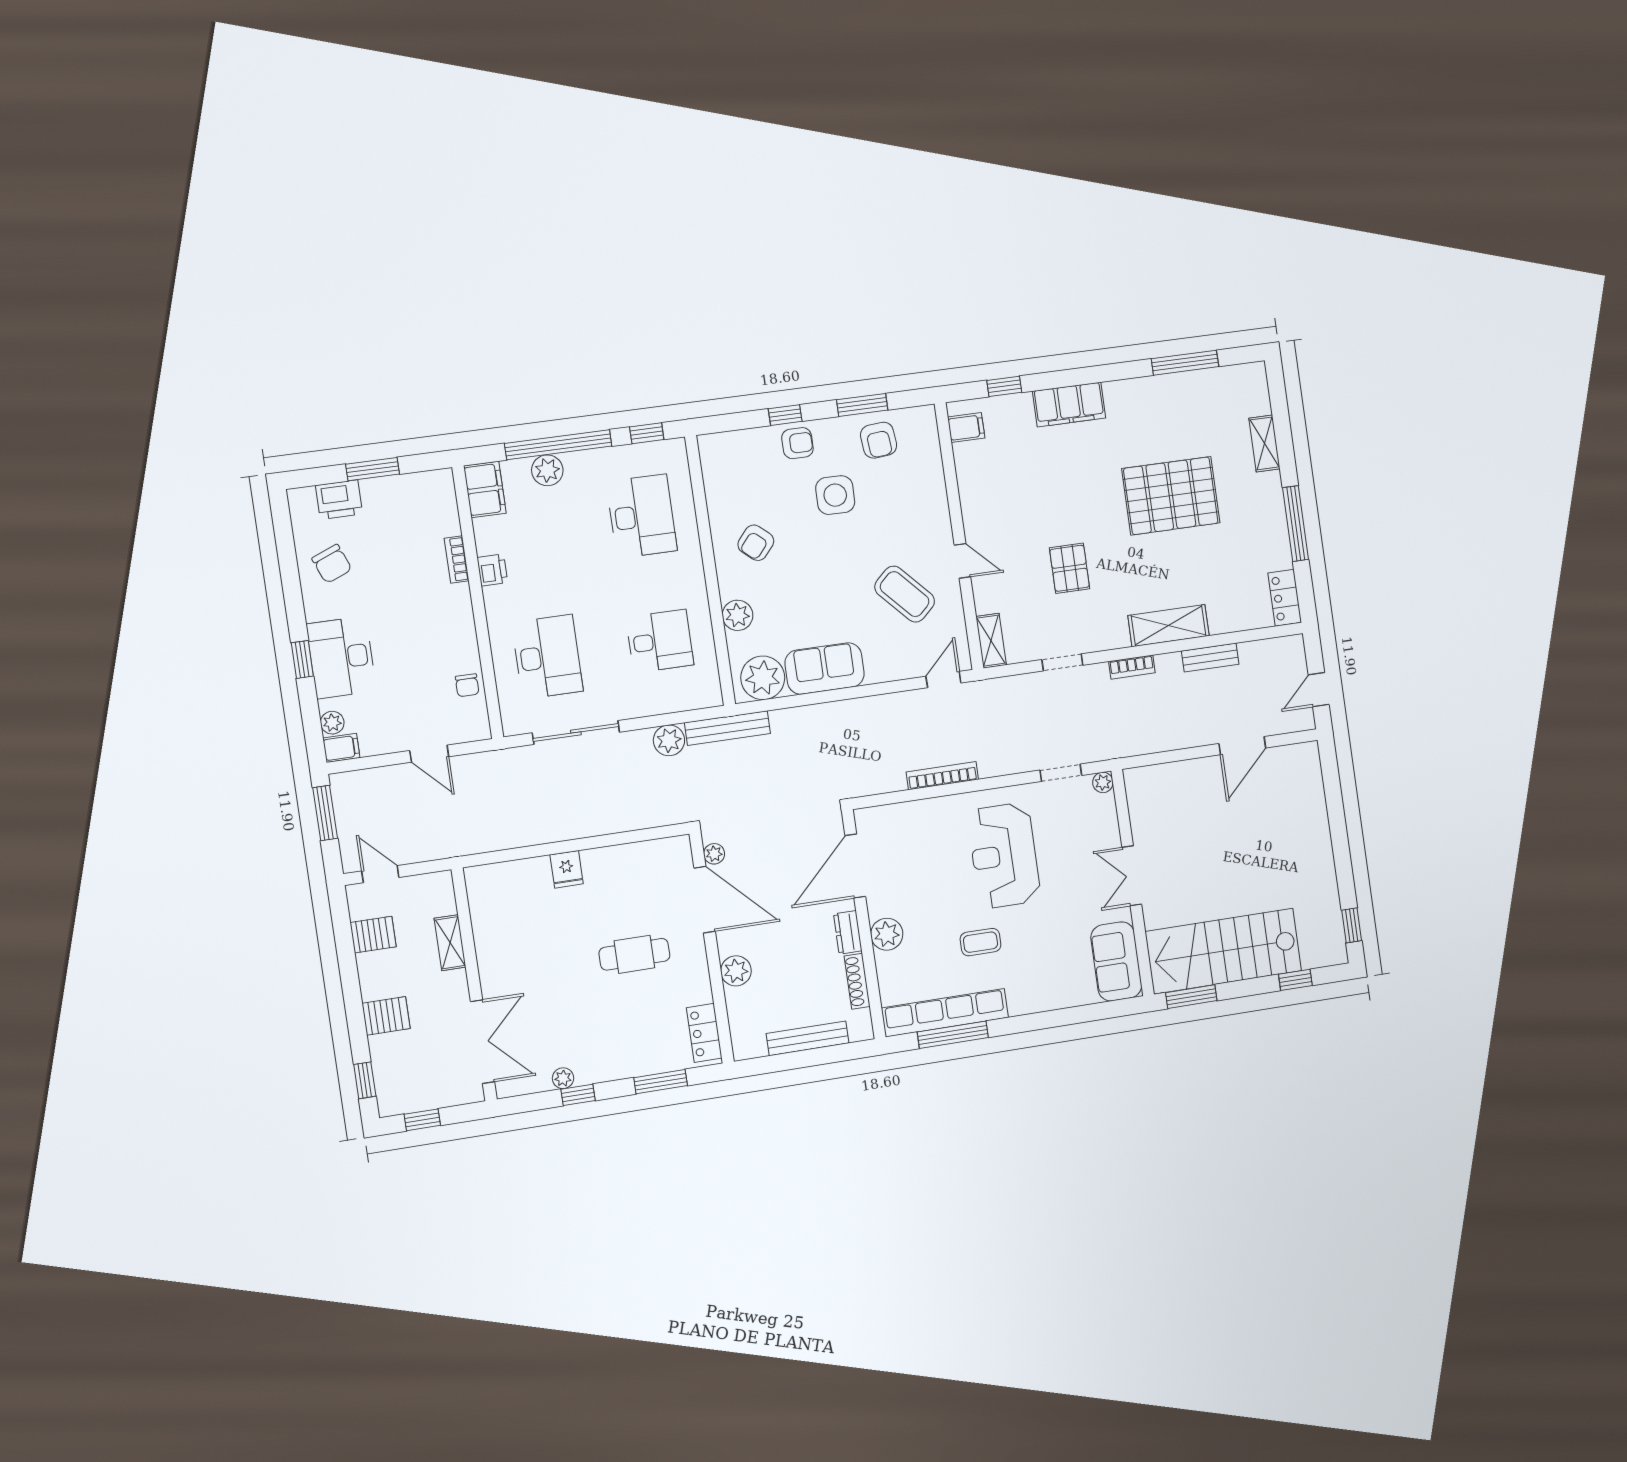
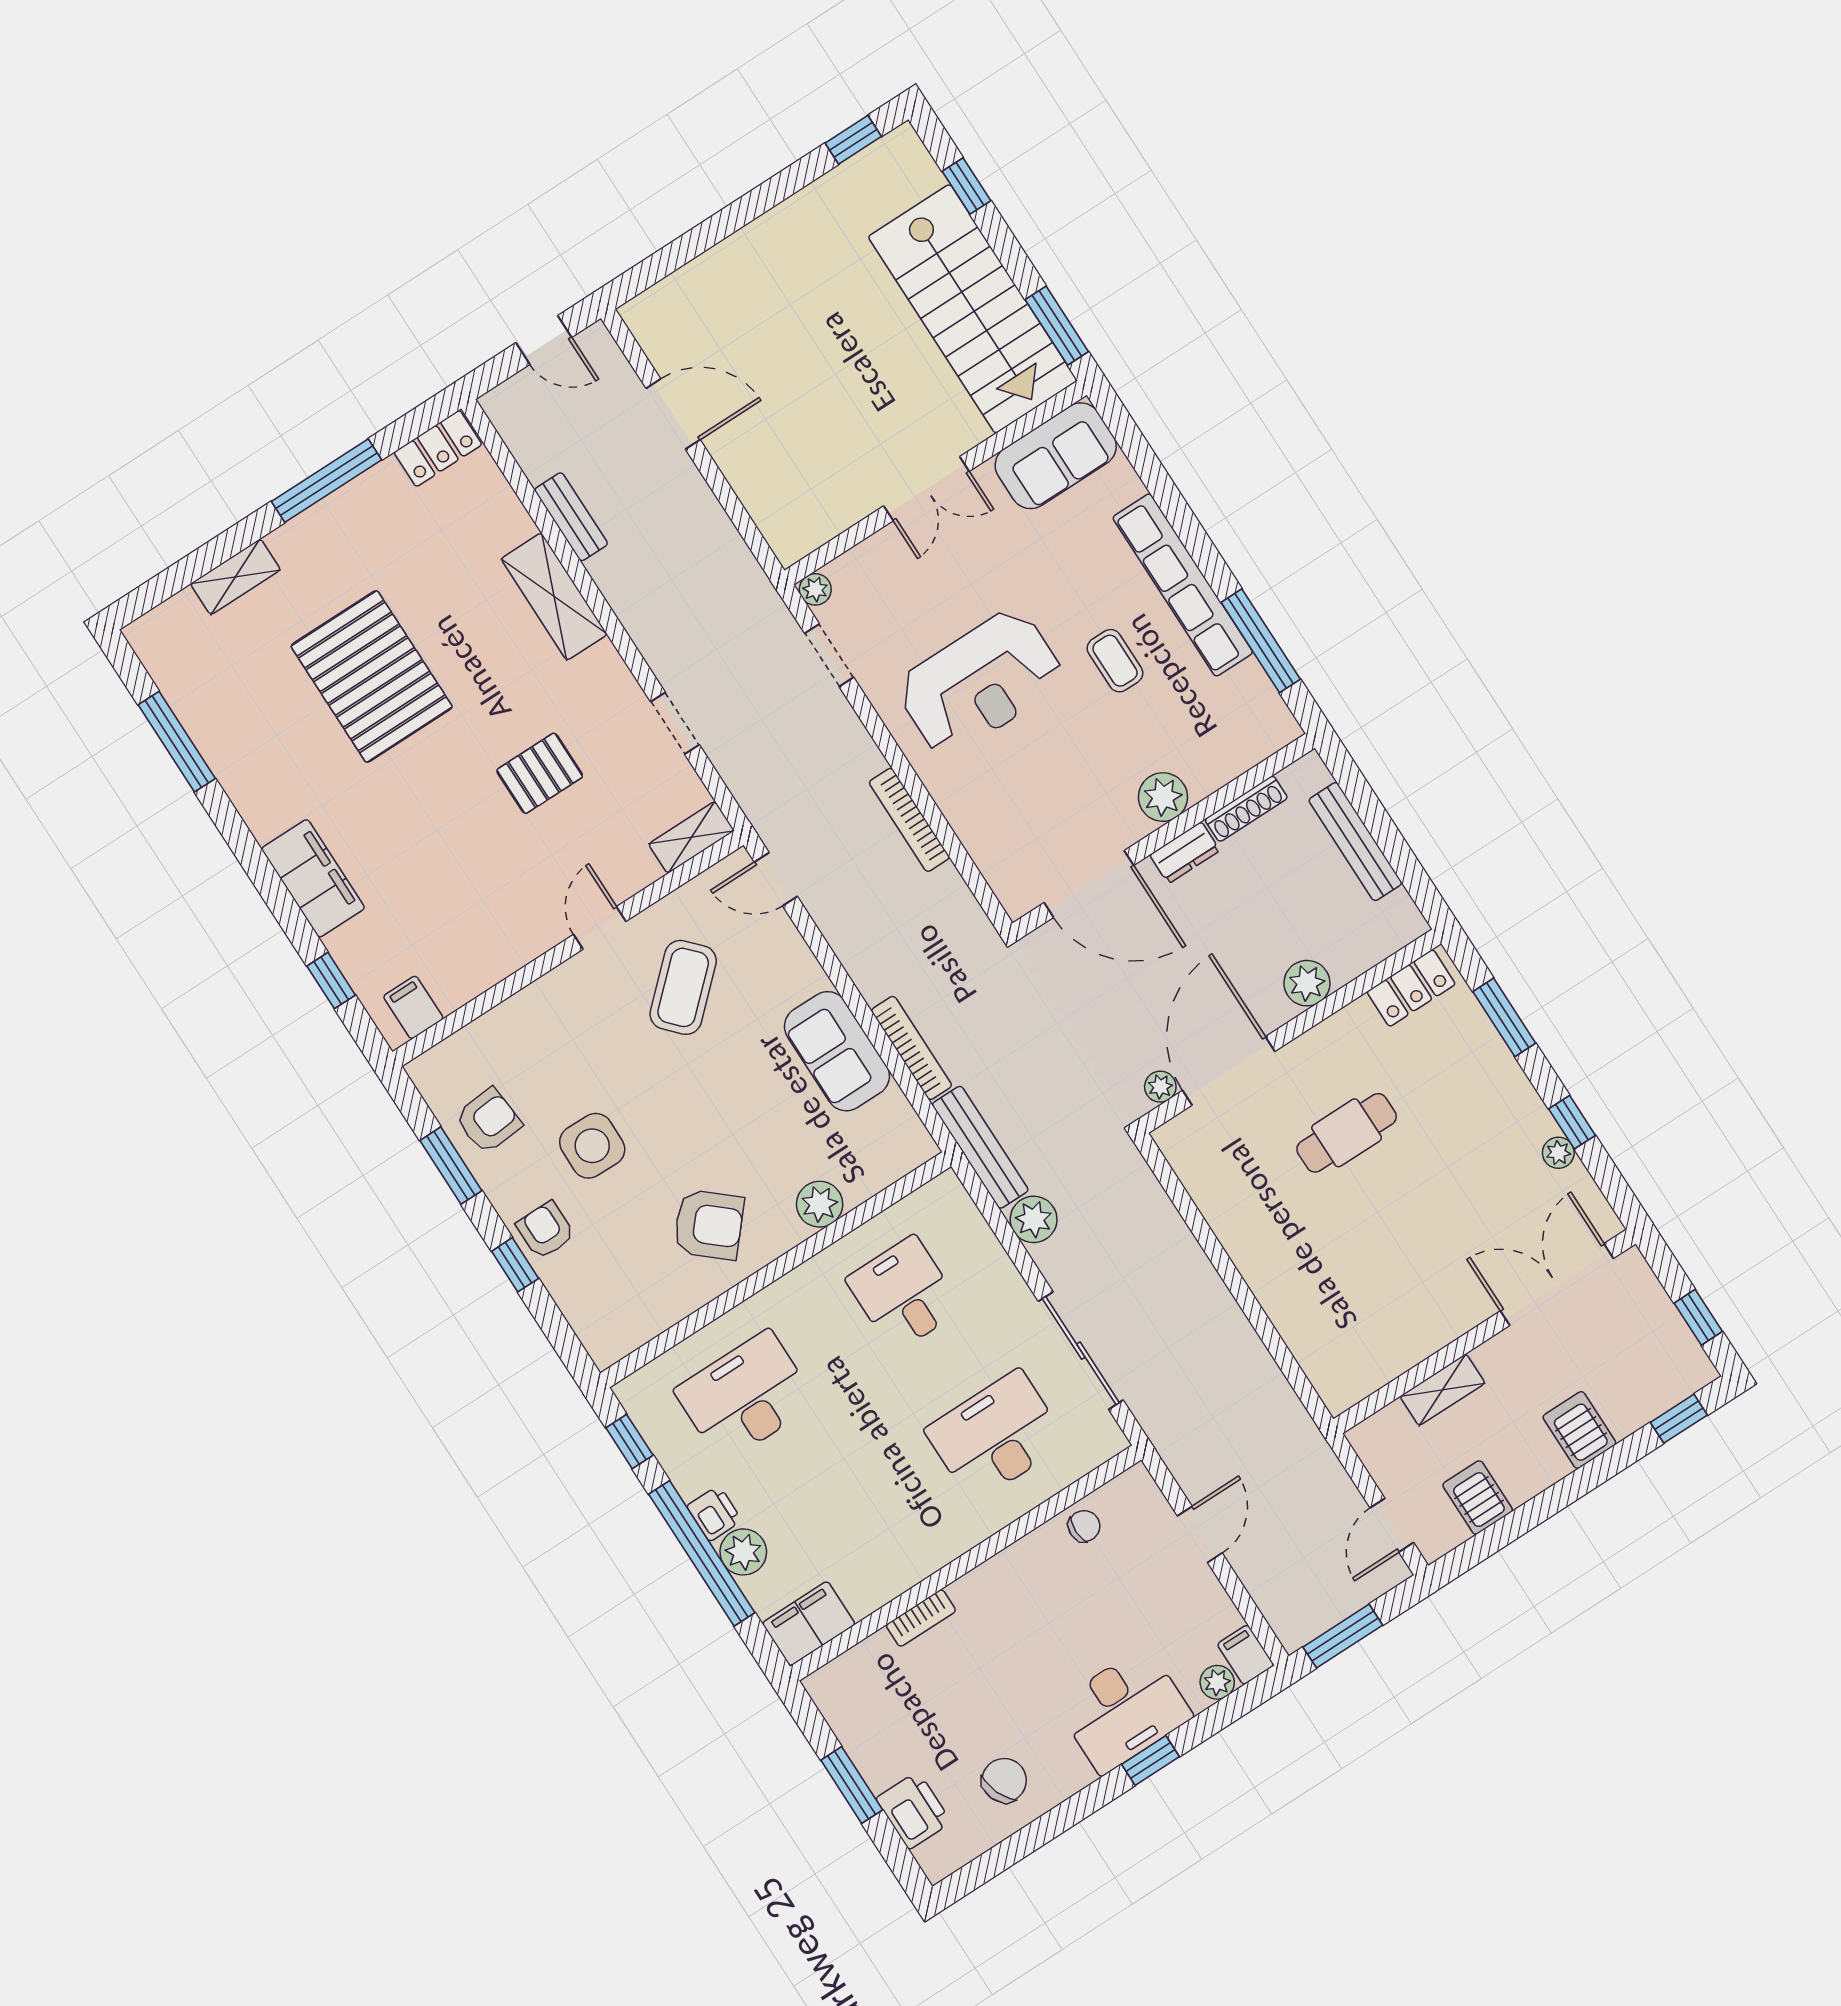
armchair: (756, 543) -> (709, 1225), width x1.38, depth x1.38
printer: (492, 570) -> (714, 1513), moved, turned 90
bookcase: (1132, 667) -> (912, 1048), moved, width x1.56
plant: (763, 678) -> (889, 1130), removed
fridge: (567, 869) -> (1272, 1278), removed
cafe table: (634, 954) -> (1347, 1133), turned 90
row of seats: (945, 1013) -> (1183, 585), moved

